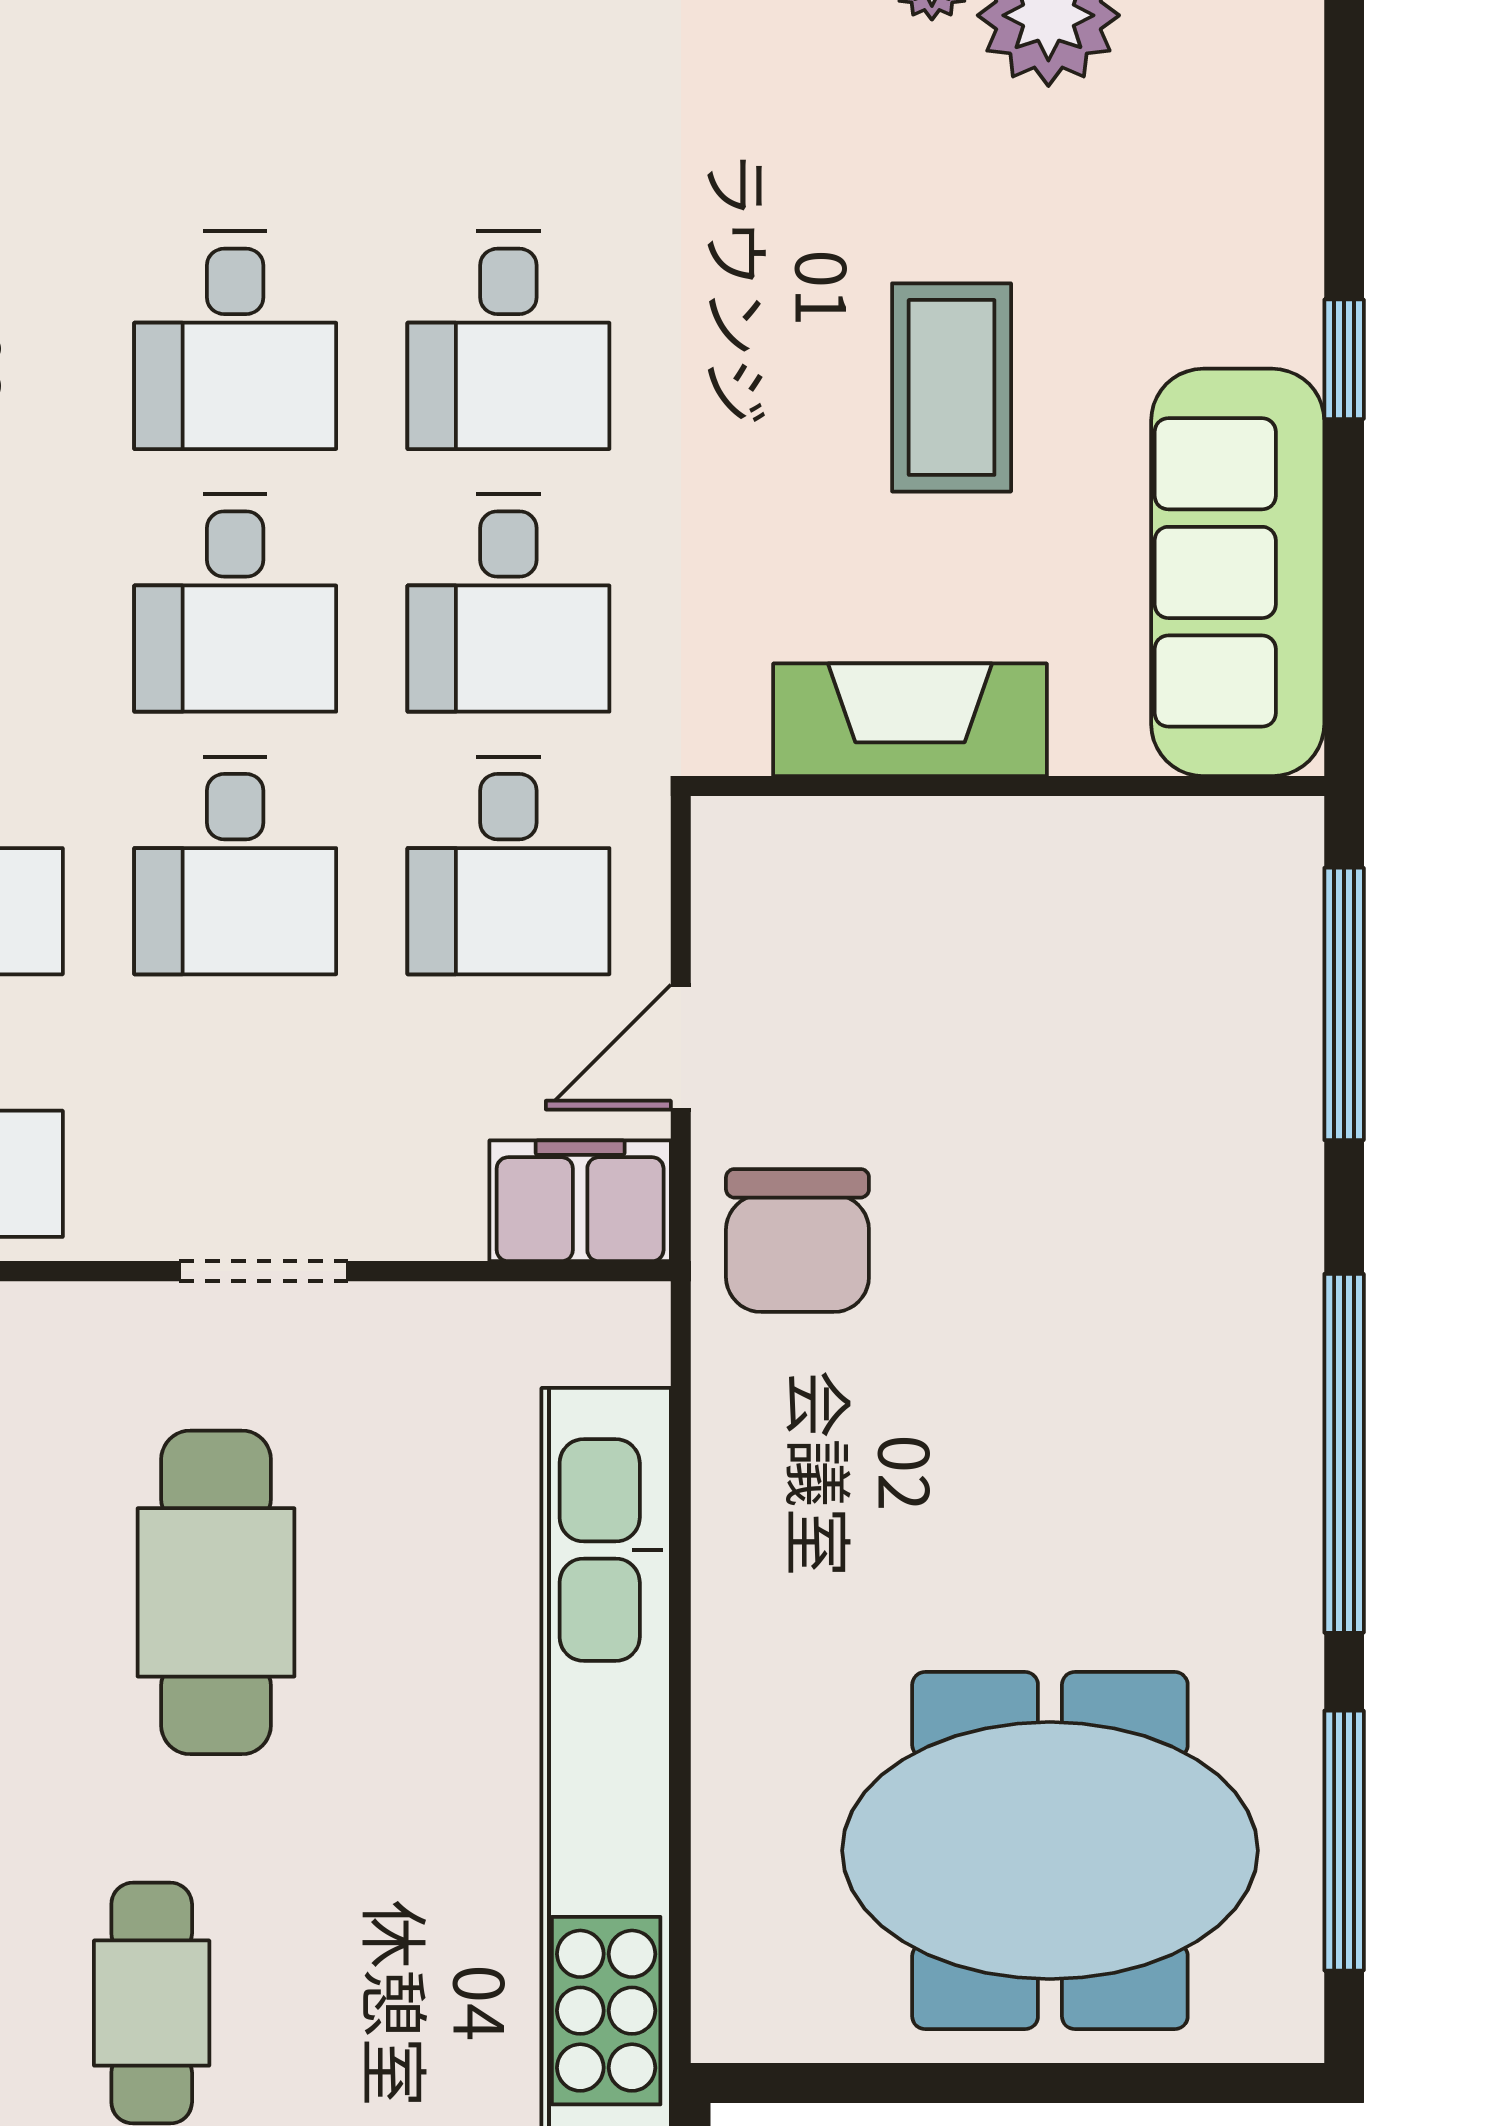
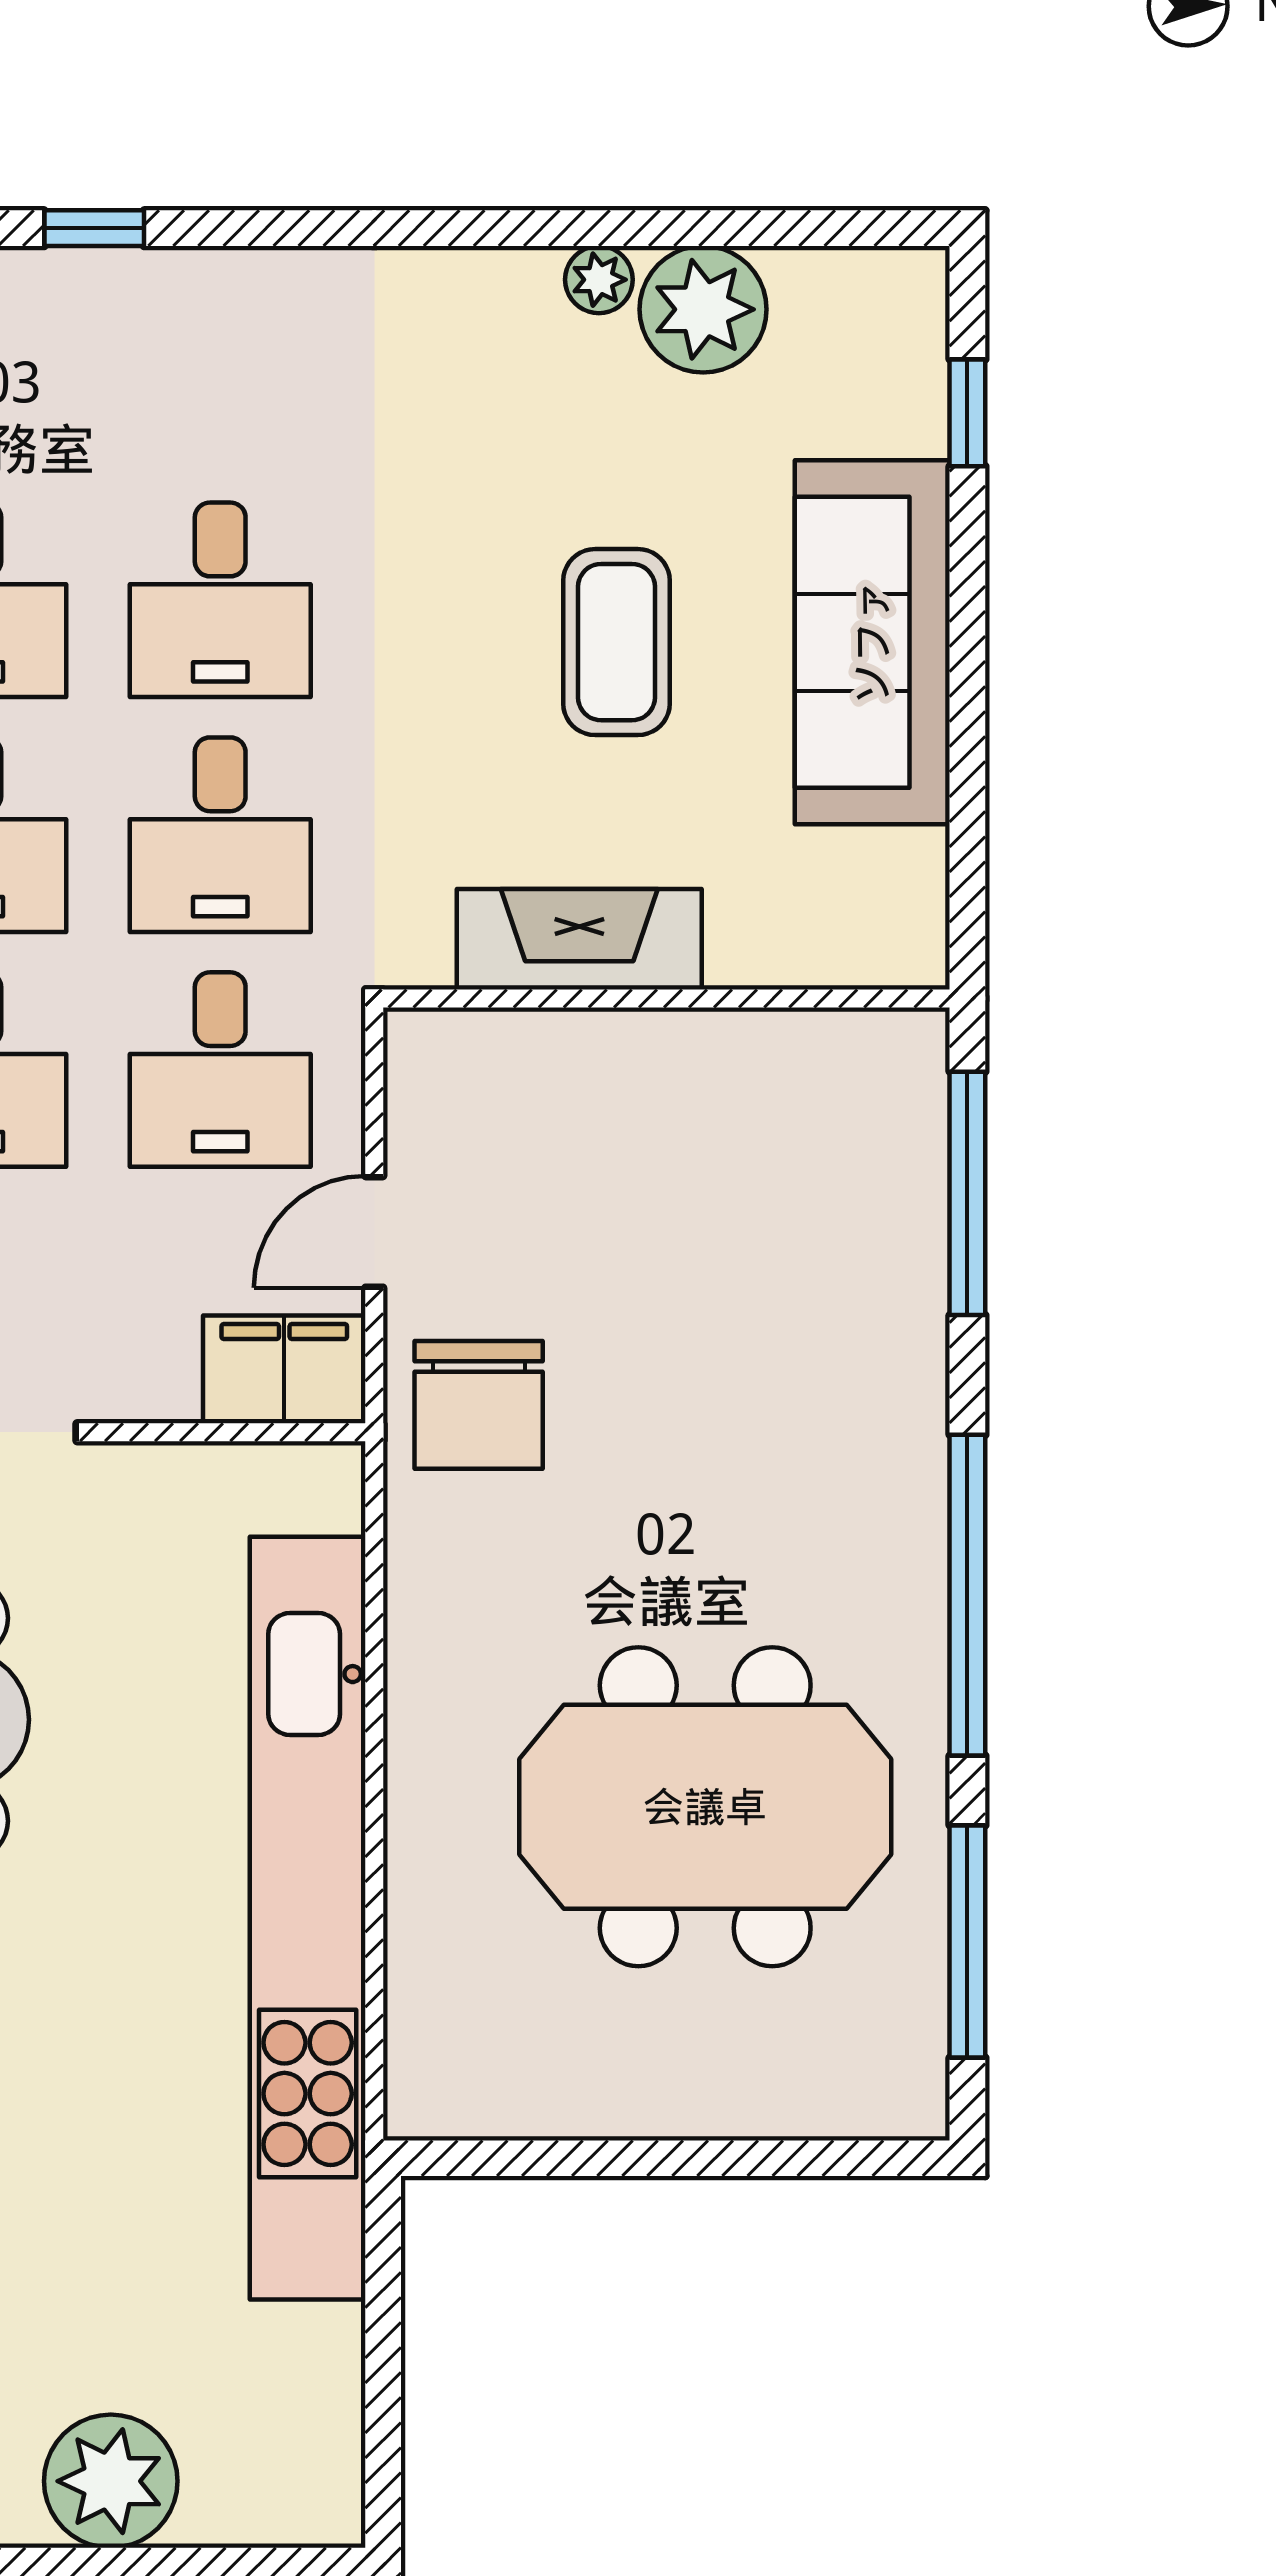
window: (1344, 359) -> (967, 413), moved
sofa: (1238, 572) -> (872, 642), moved
meeting table: (1050, 1851) -> (705, 1807), moved

